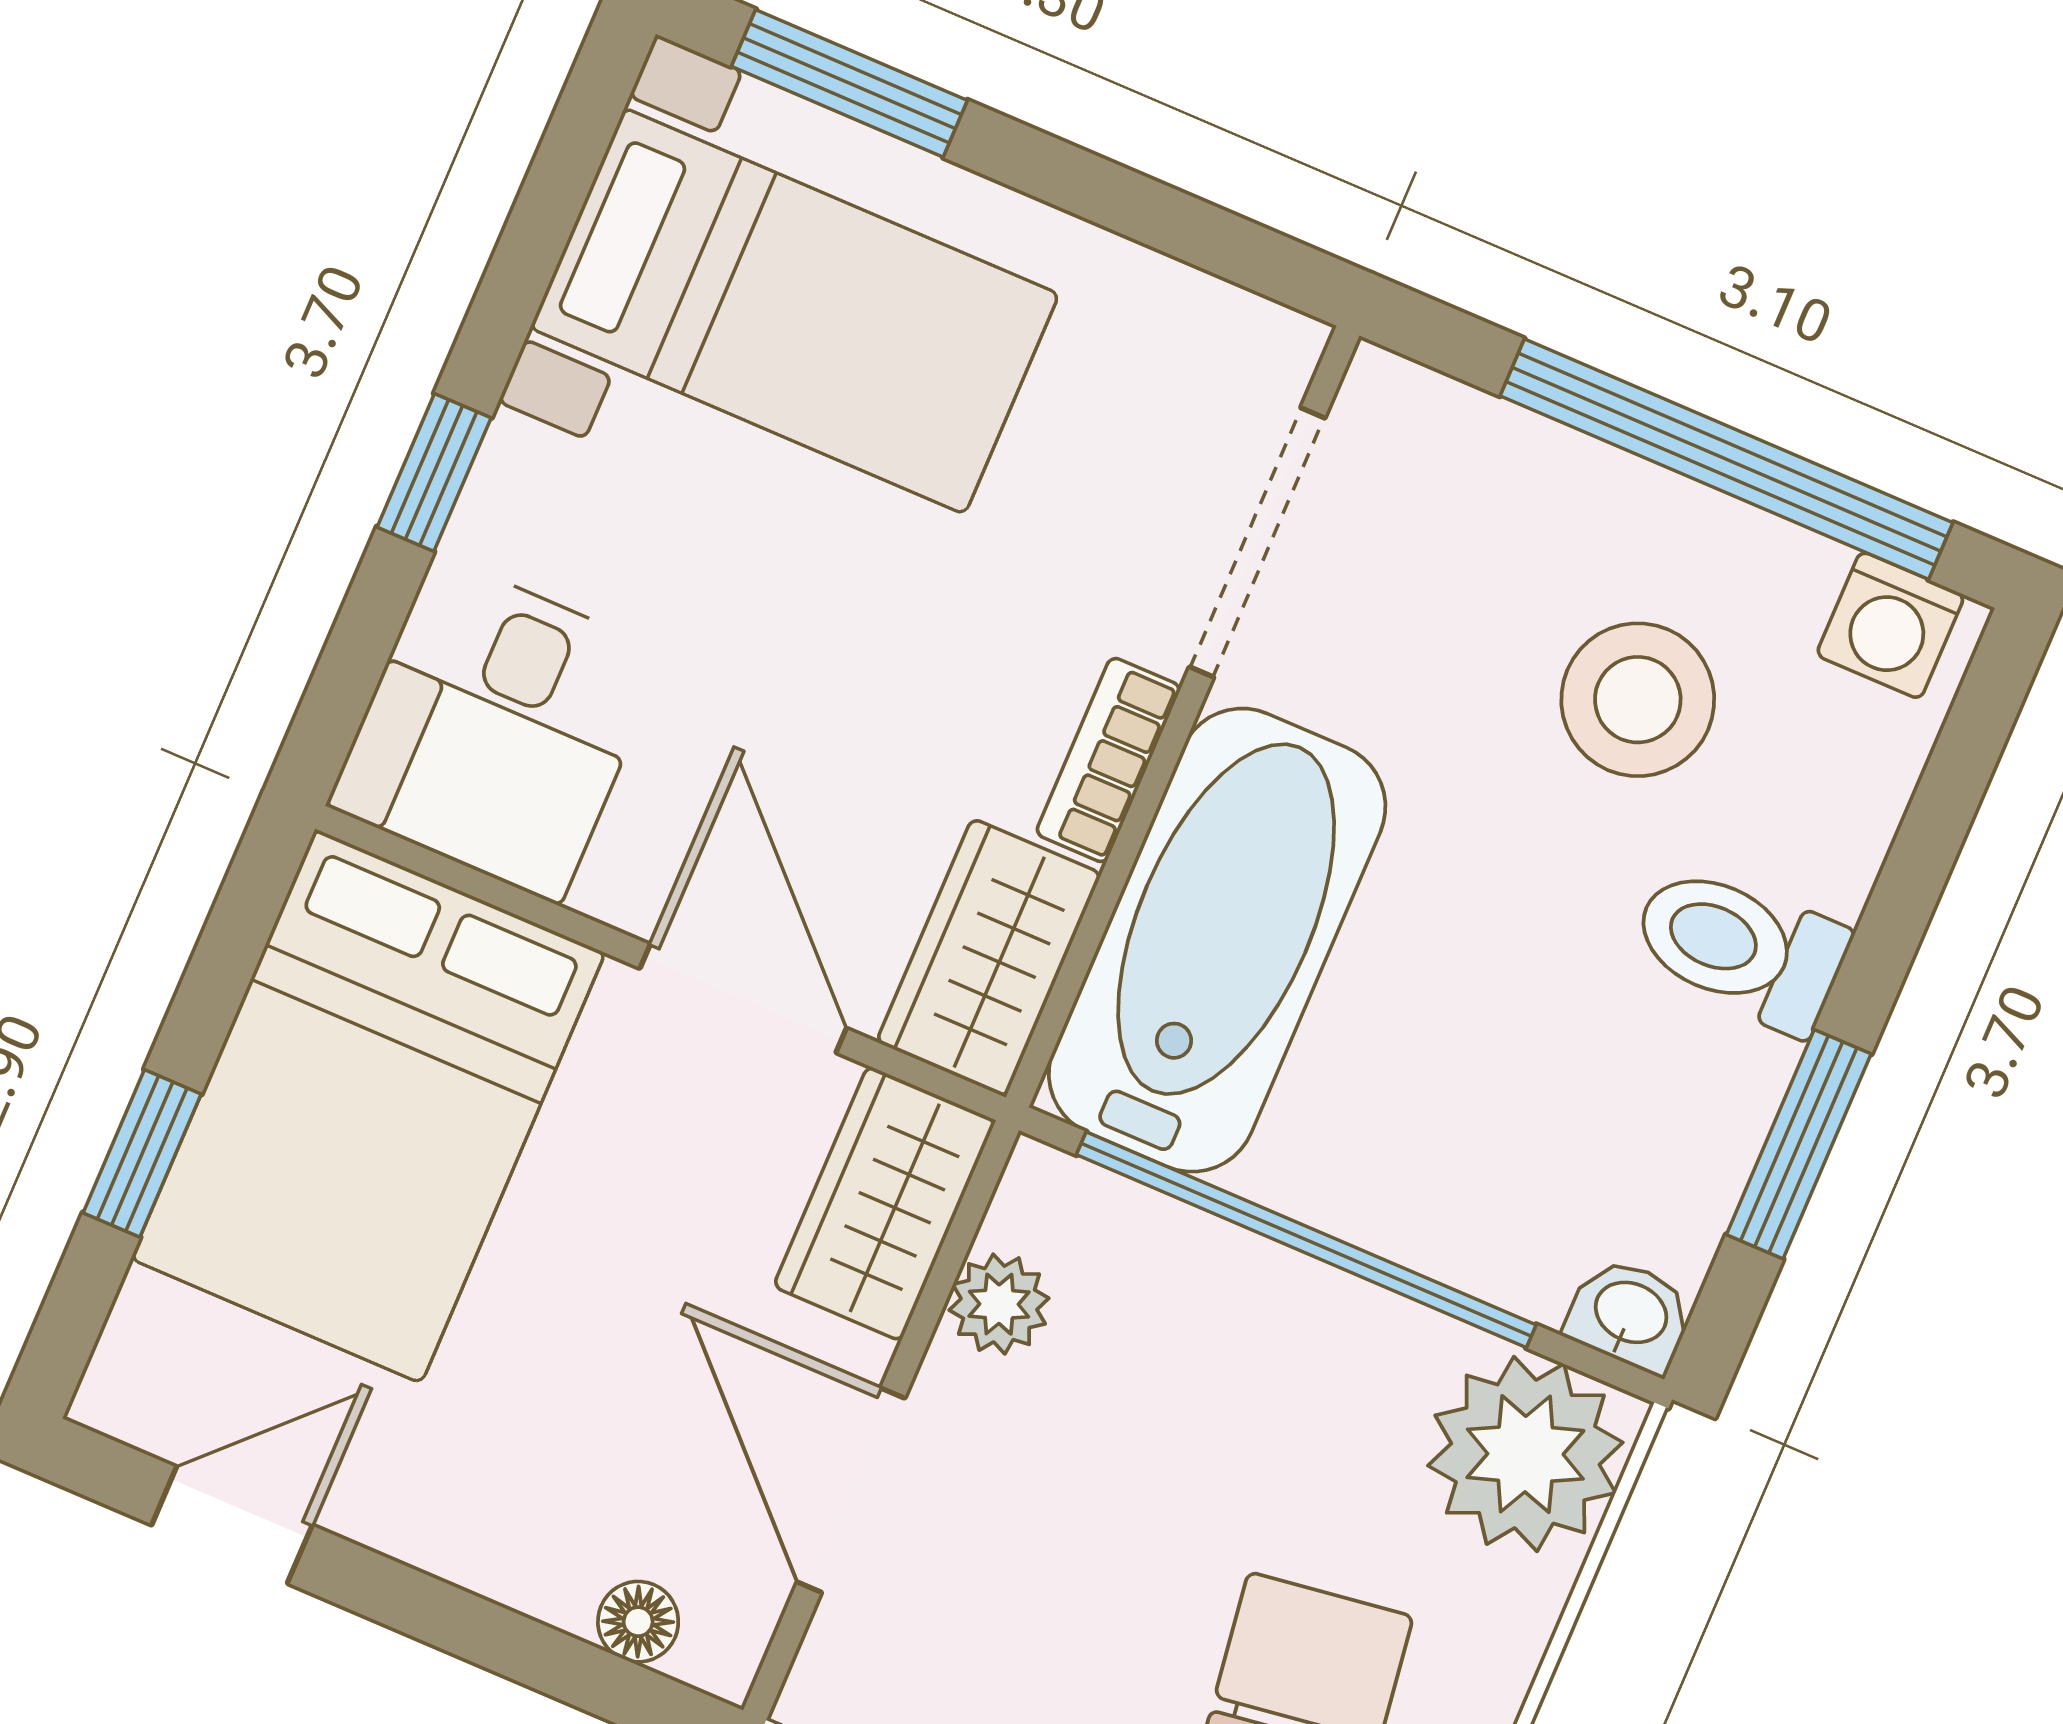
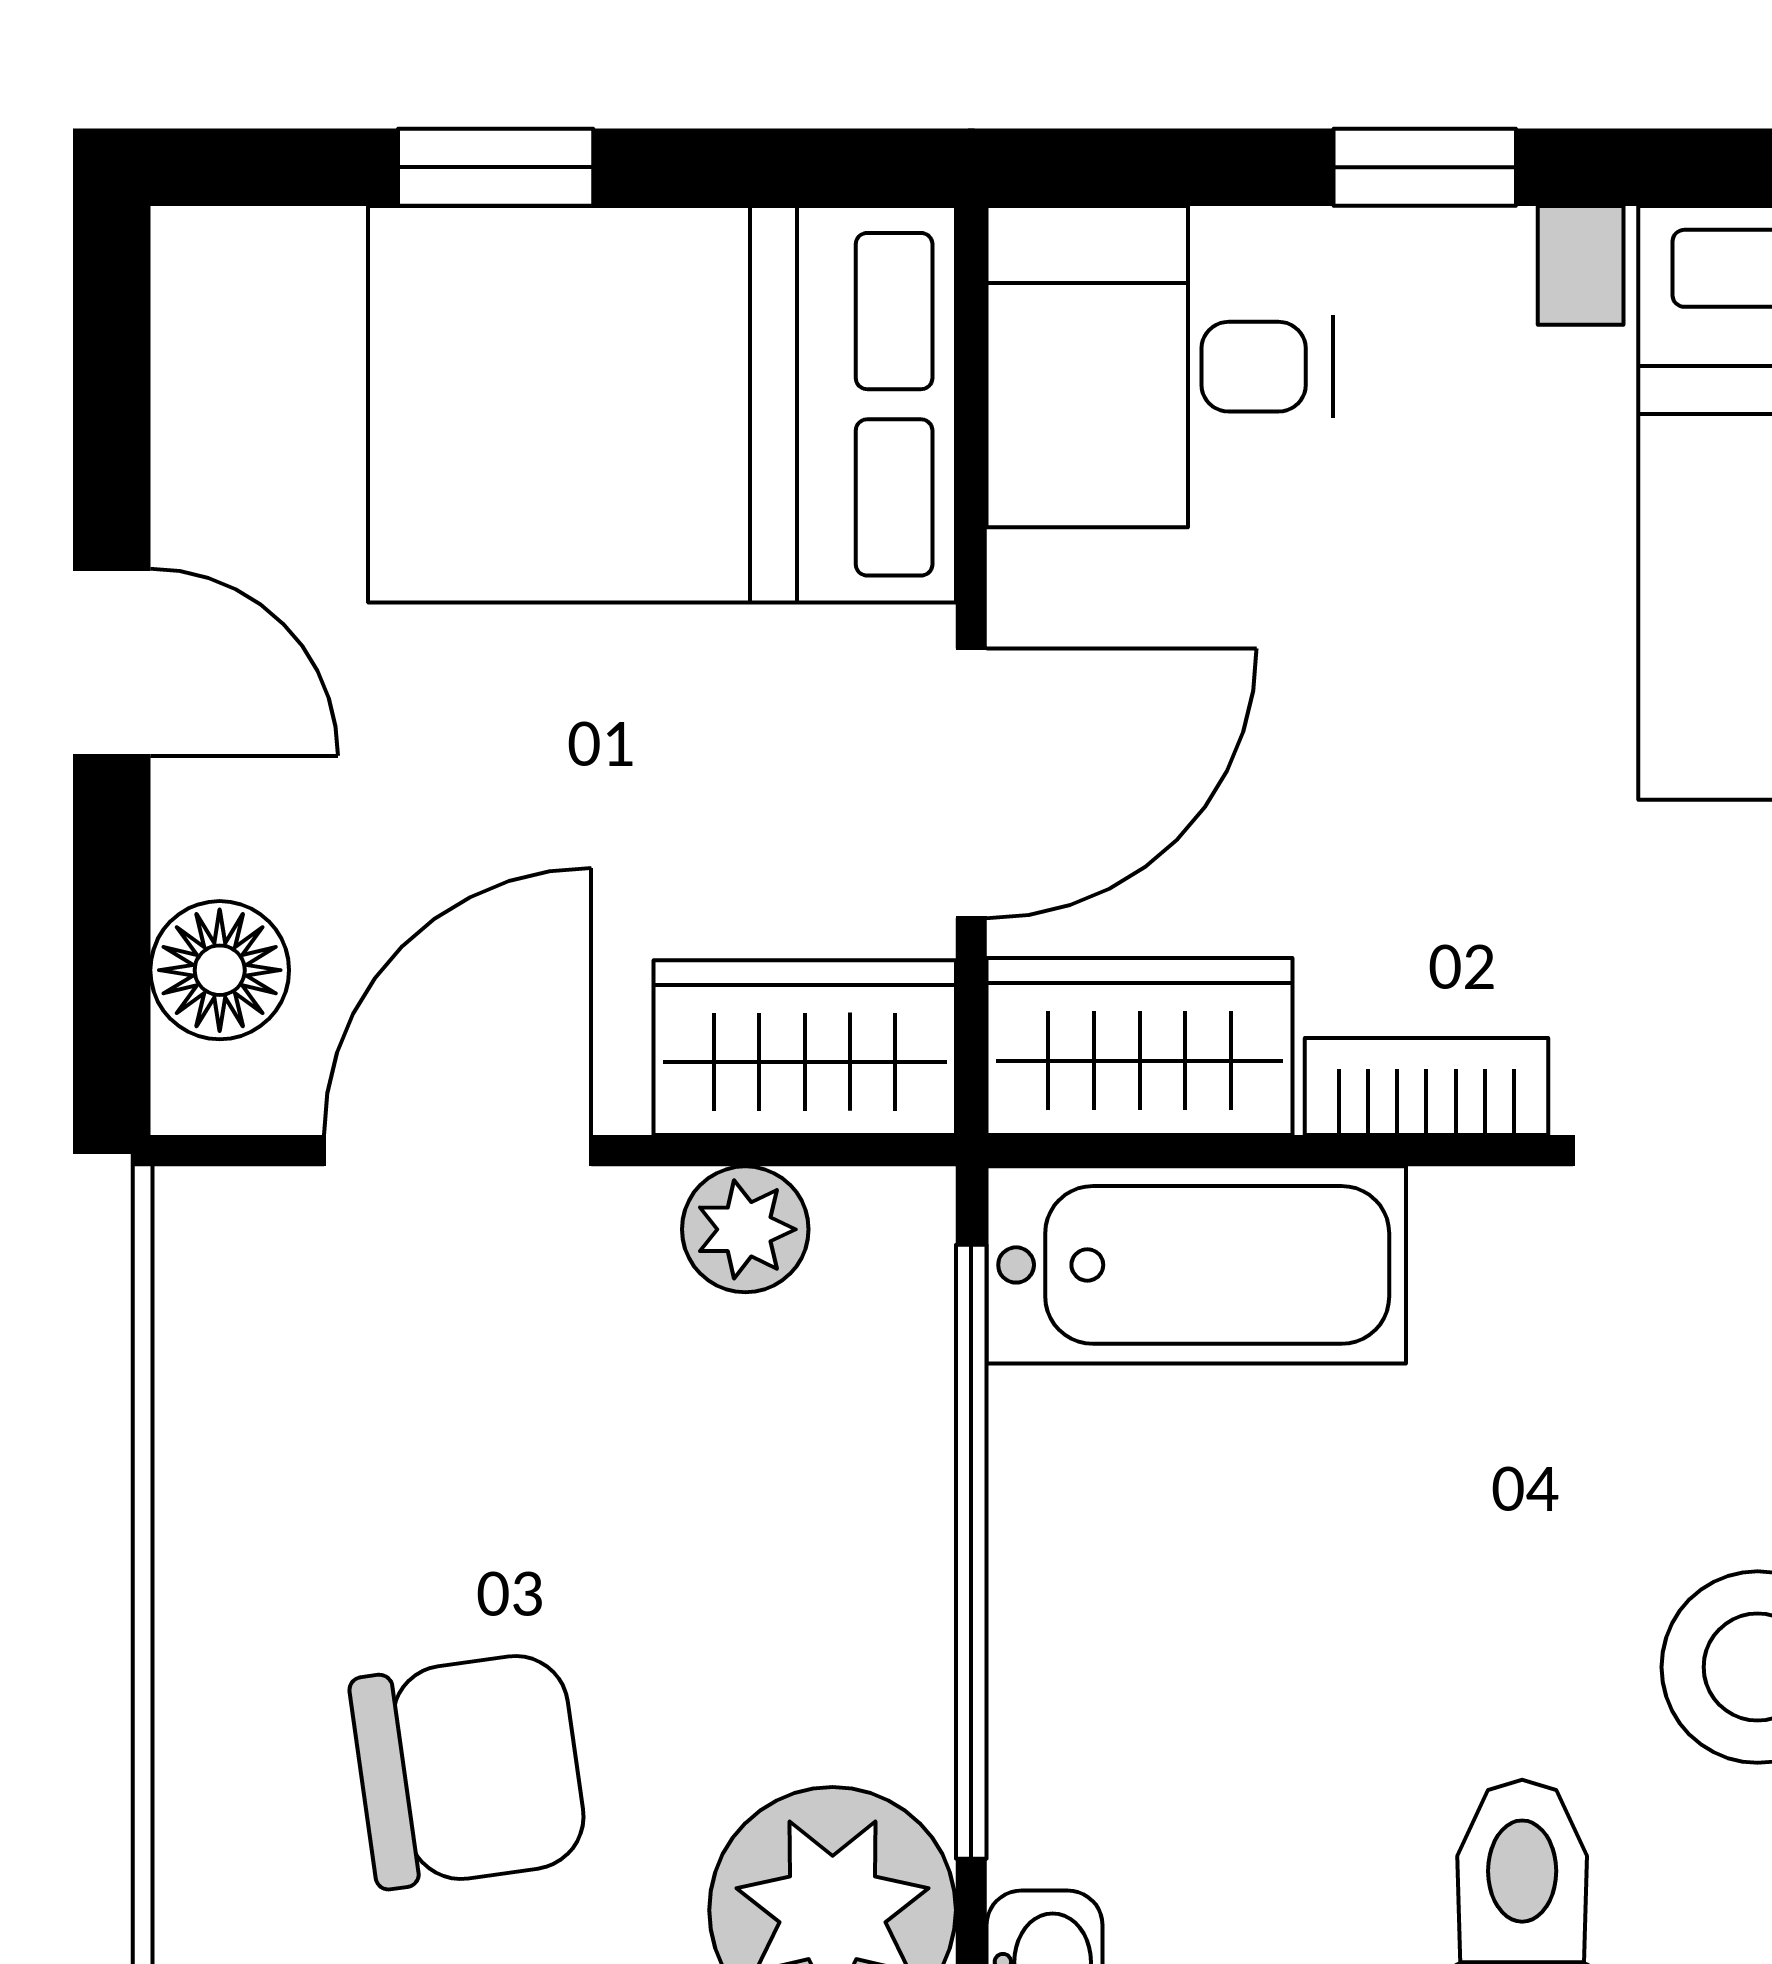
bathtub: (1217, 940) -> (1196, 1265), width x0.73, depth x0.73
door: (232, 1525) -> (112, 662), moved
floor lamp: (638, 1622) -> (220, 970), width x1.37, depth x1.37

